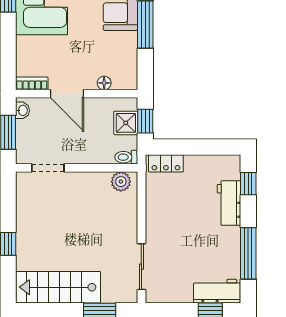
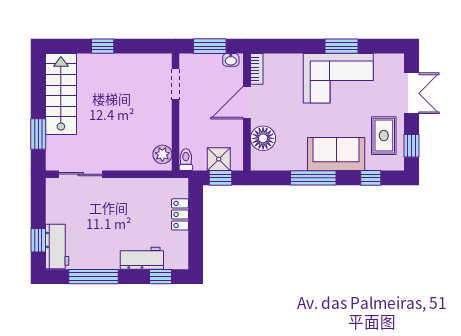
floor lamp: (104, 83) -> (263, 138), width x1.89, depth x1.89
locker: (166, 163) -> (180, 214), moved

